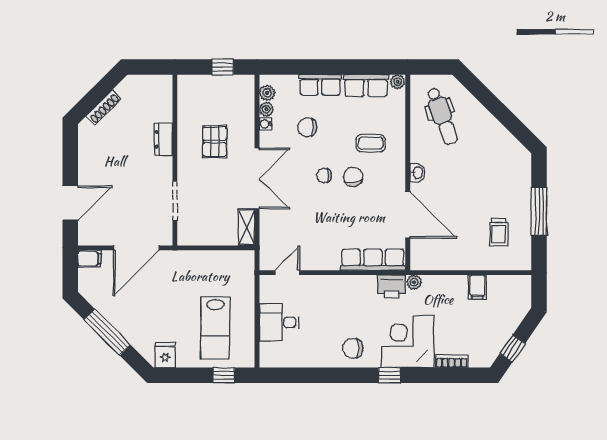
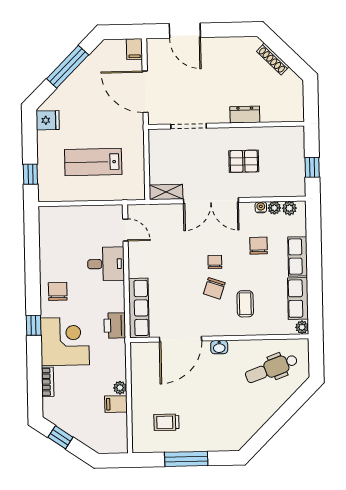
chair: (353, 177) -> (214, 288), turned 117
plant: (414, 282) -> (120, 388), moved
desk: (279, 322) -> (106, 264), moved, turned 90
lab bench: (215, 328) -> (93, 162), moved

